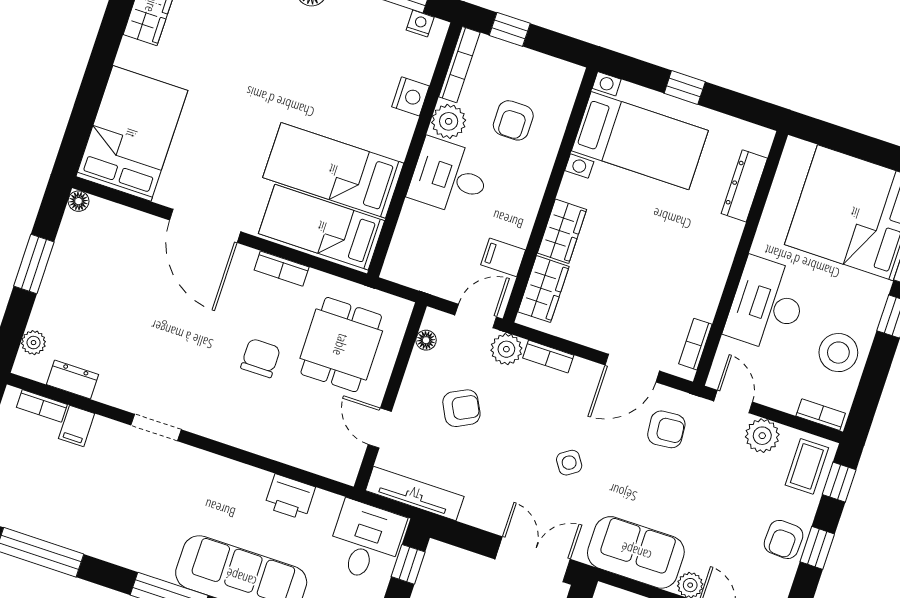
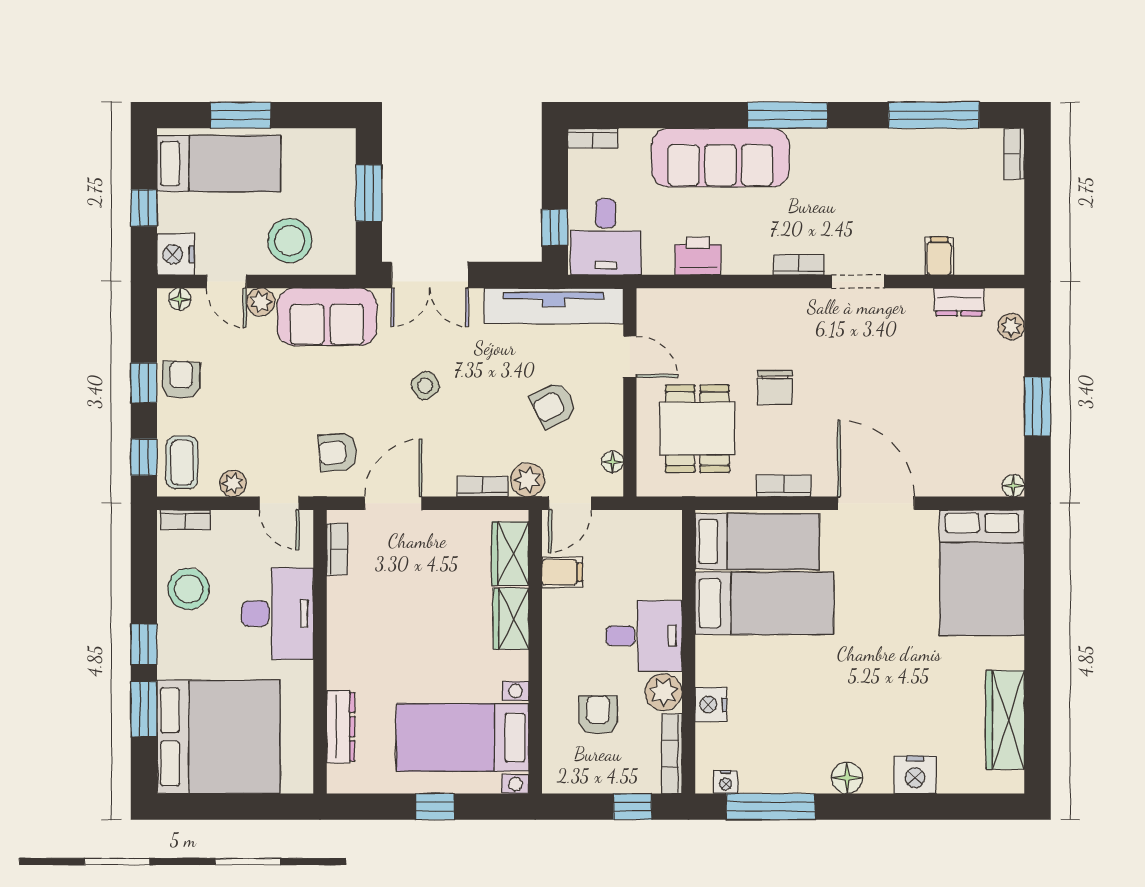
bookcase: (42, 406) -> (799, 265), moved
plant: (762, 436) -> (233, 483), width x0.73, depth x0.73
tv unit: (415, 493) -> (554, 306), width x1.36, depth x1.29

